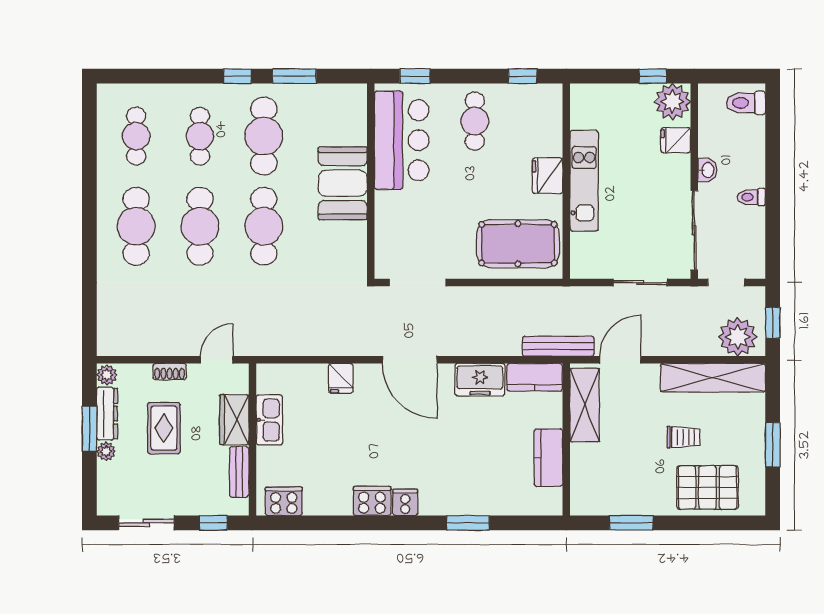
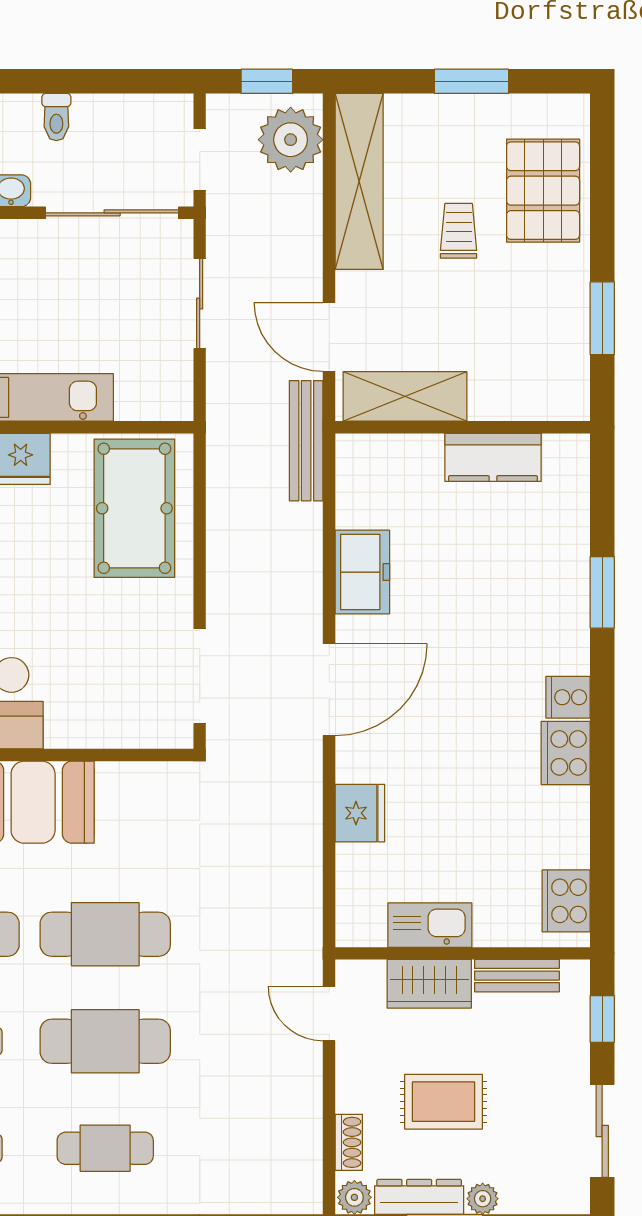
cafe table: (136, 226) -> (105, 1148), width x0.73, depth x0.74
shoe rack: (170, 372) -> (349, 1142), moved
kitchen counter: (535, 377) -> (358, 481), removed
fridge: (341, 378) -> (360, 813), width x1.38

